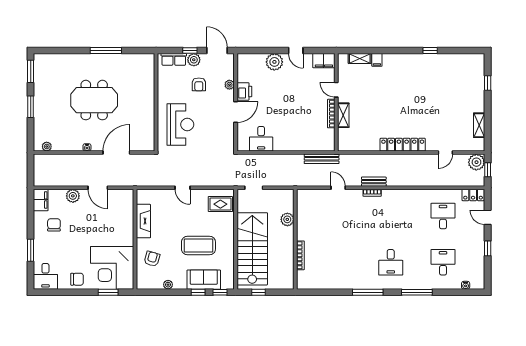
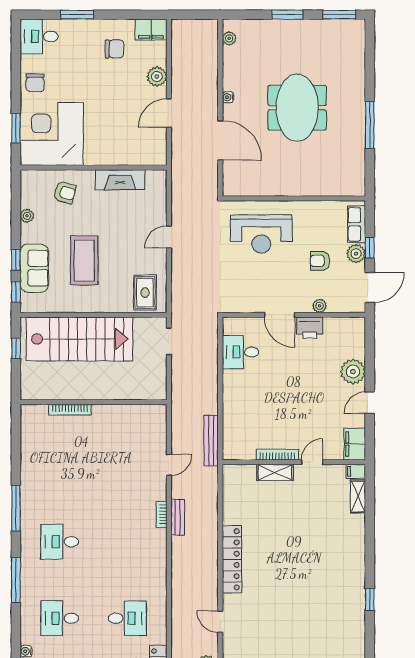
filing cabinet: (377, 60) -> (356, 471), moved
plant: (287, 219) -> (122, 390), removed
desk: (443, 262) -> (60, 618), turned 180

